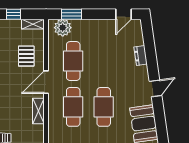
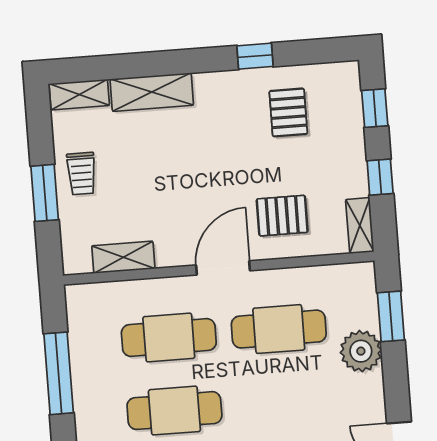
plant: (63, 28) -> (361, 351), moved
door: (46, 82) -> (223, 268), hinge flipped
shelving: (38, 111) -> (123, 257), moved

